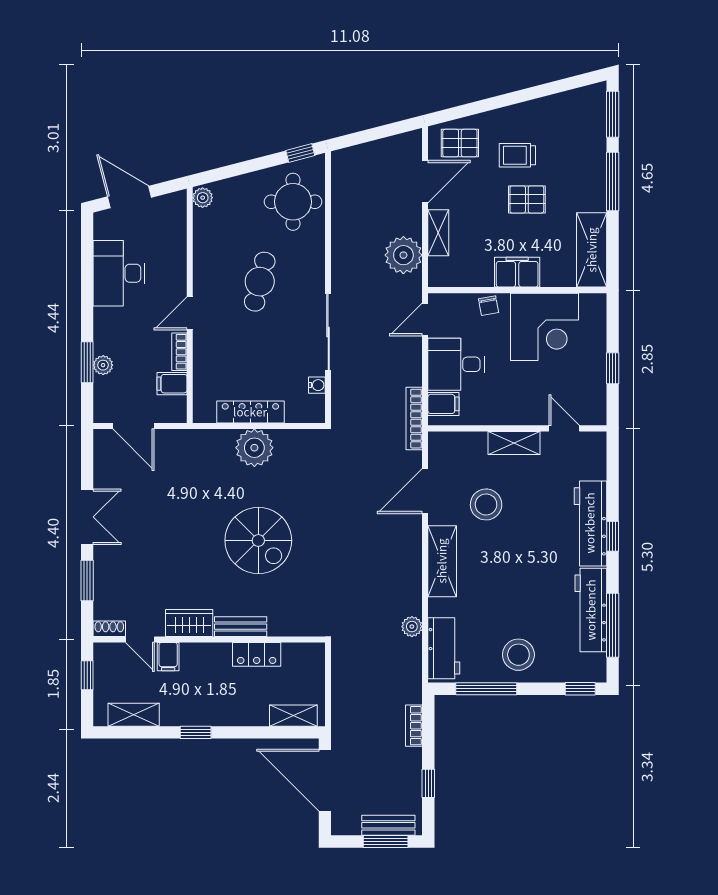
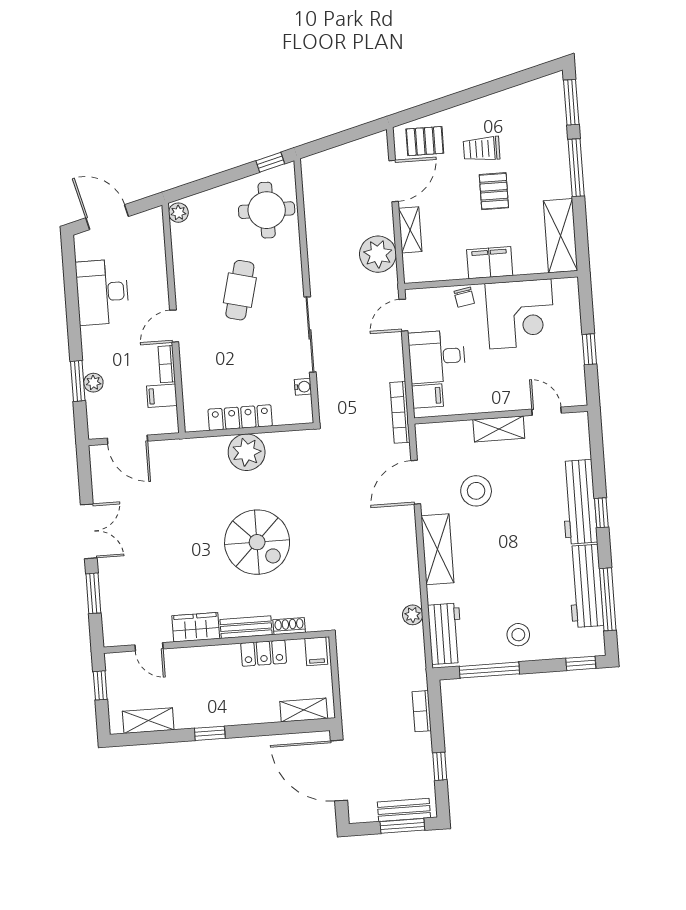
pallet: (527, 199) -> (494, 191), turned 90
shoe rack: (109, 629) -> (289, 626), moved
stool: (518, 655) -> (518, 635), width x0.73, depth x0.73
filing cabinet: (168, 657) -> (316, 651), moved

